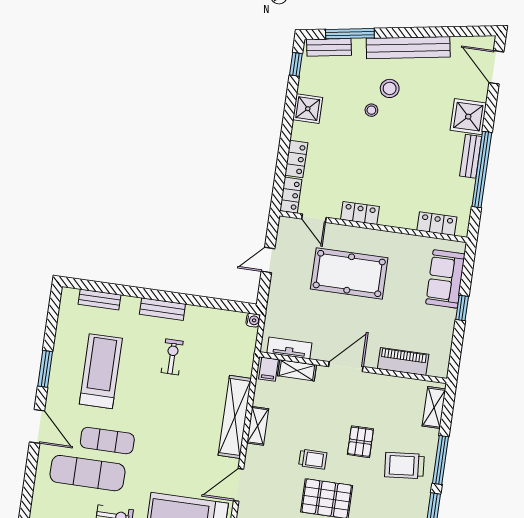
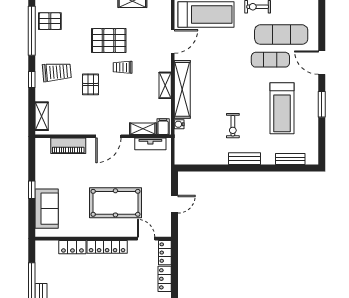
locker: (360, 213) -> (107, 247), width x1.53
locker: (437, 224) -> (72, 247), moved
water cooler: (253, 320) -> (179, 124), moved
window: (440, 460) -> (32, 80), width x0.46

